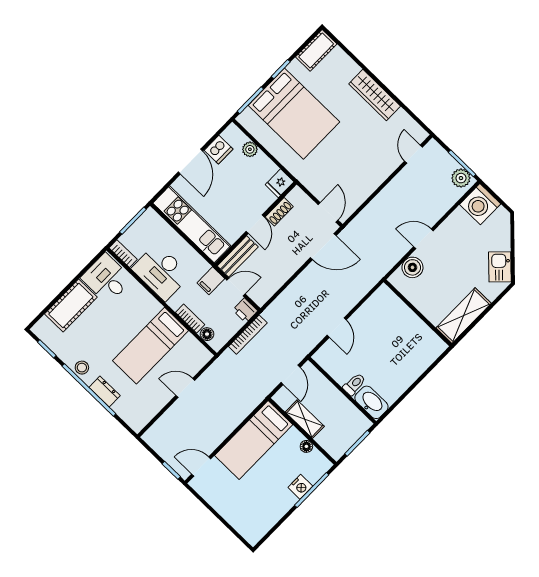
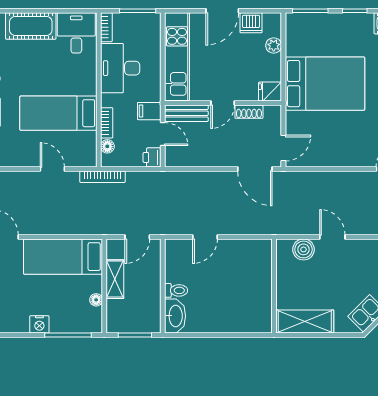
bed: (294, 114) -> (325, 84), moved, turned -90
bookcase: (248, 335) -> (103, 177), moved
nightstand: (300, 487) -> (39, 324), moved

